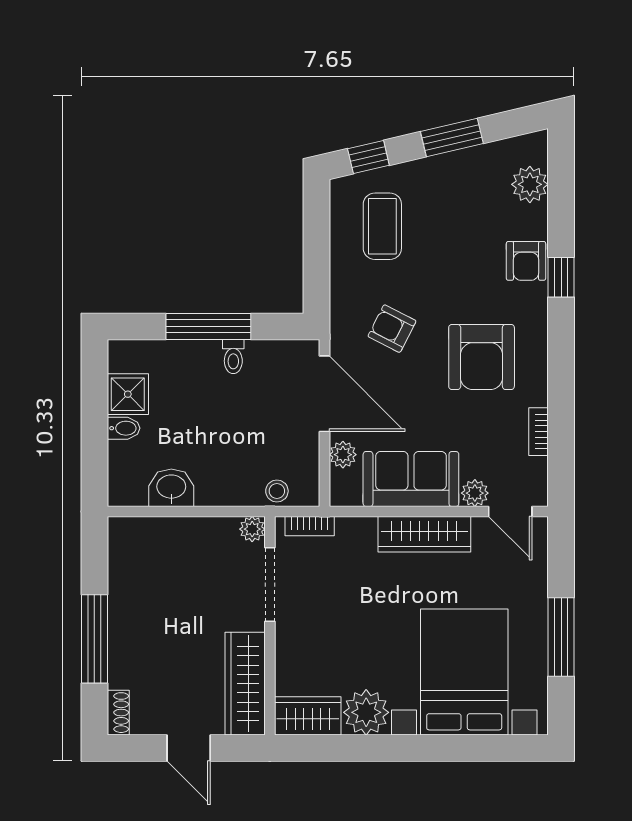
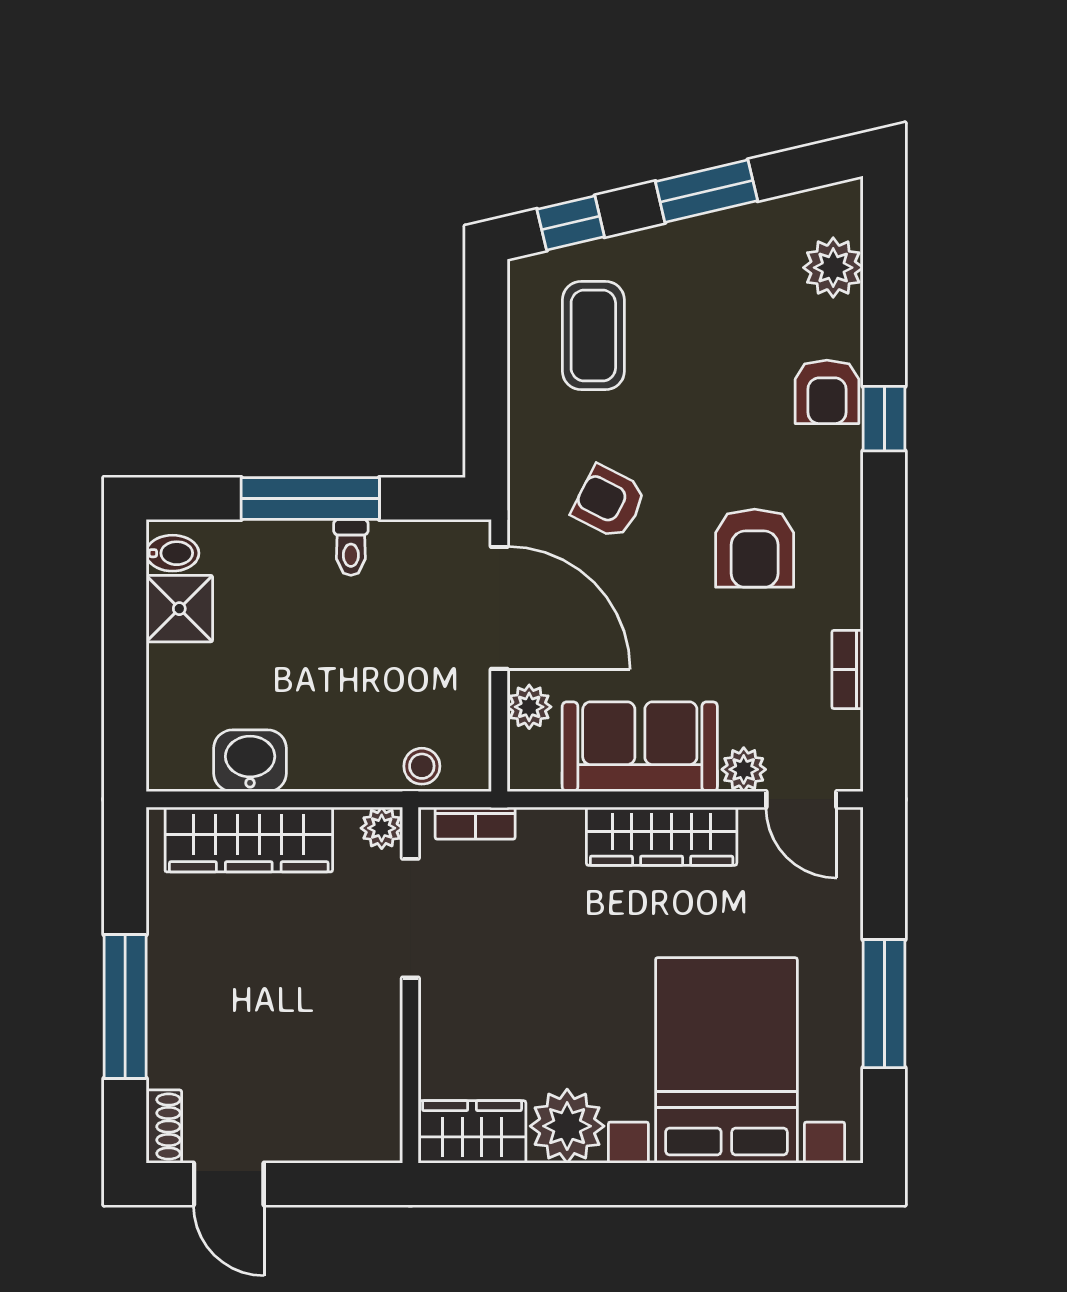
armchair: (482, 357) -> (755, 548), width x0.73, depth x0.73
bidet: (124, 428) -> (172, 553), moved
wardrobe: (245, 684) -> (249, 840), moved, turned -90
door: (189, 748) -> (229, 1184), moved

